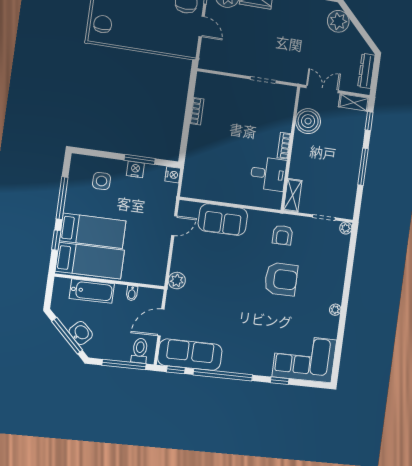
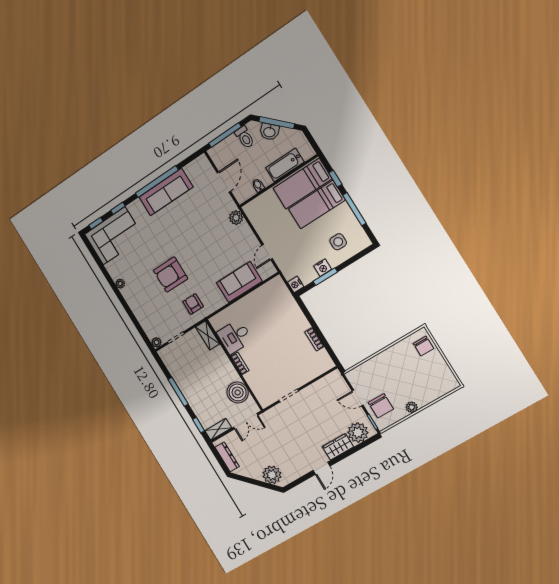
toilet: (140, 351) -> (245, 137), moved
sofa: (190, 355) -> (166, 192), moved
window: (176, 370) -> (96, 223), moved

